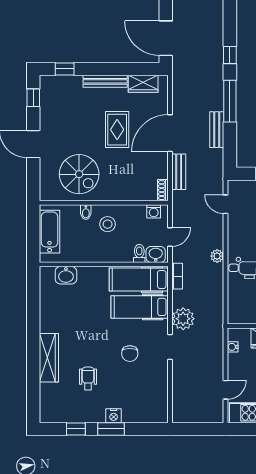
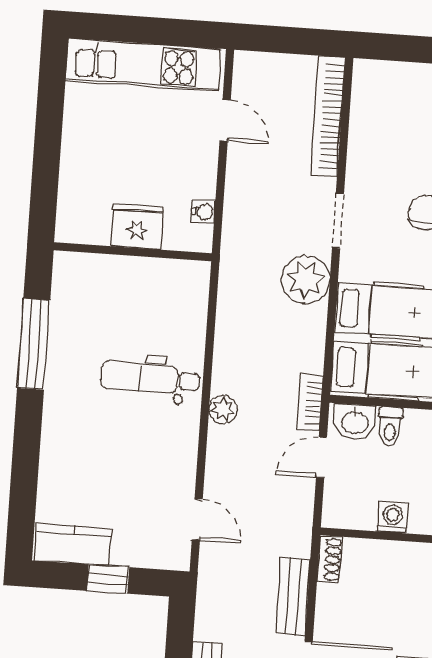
washing machine: (154, 211) -> (393, 518), moved
bookcase: (177, 276) -> (310, 403), moved
door: (226, 390) -> (225, 121), swing flipped
bookcase: (178, 395) -> (328, 116), added

